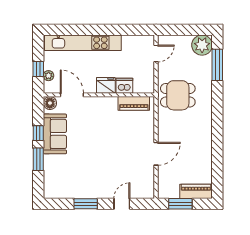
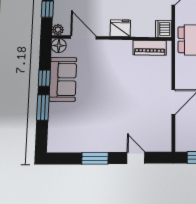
plant: (49, 76) -> (58, 30), moved
dishwasher: (124, 86) -> (164, 29), moved, turned -90
door: (122, 204) -> (136, 158), hinge flipped

